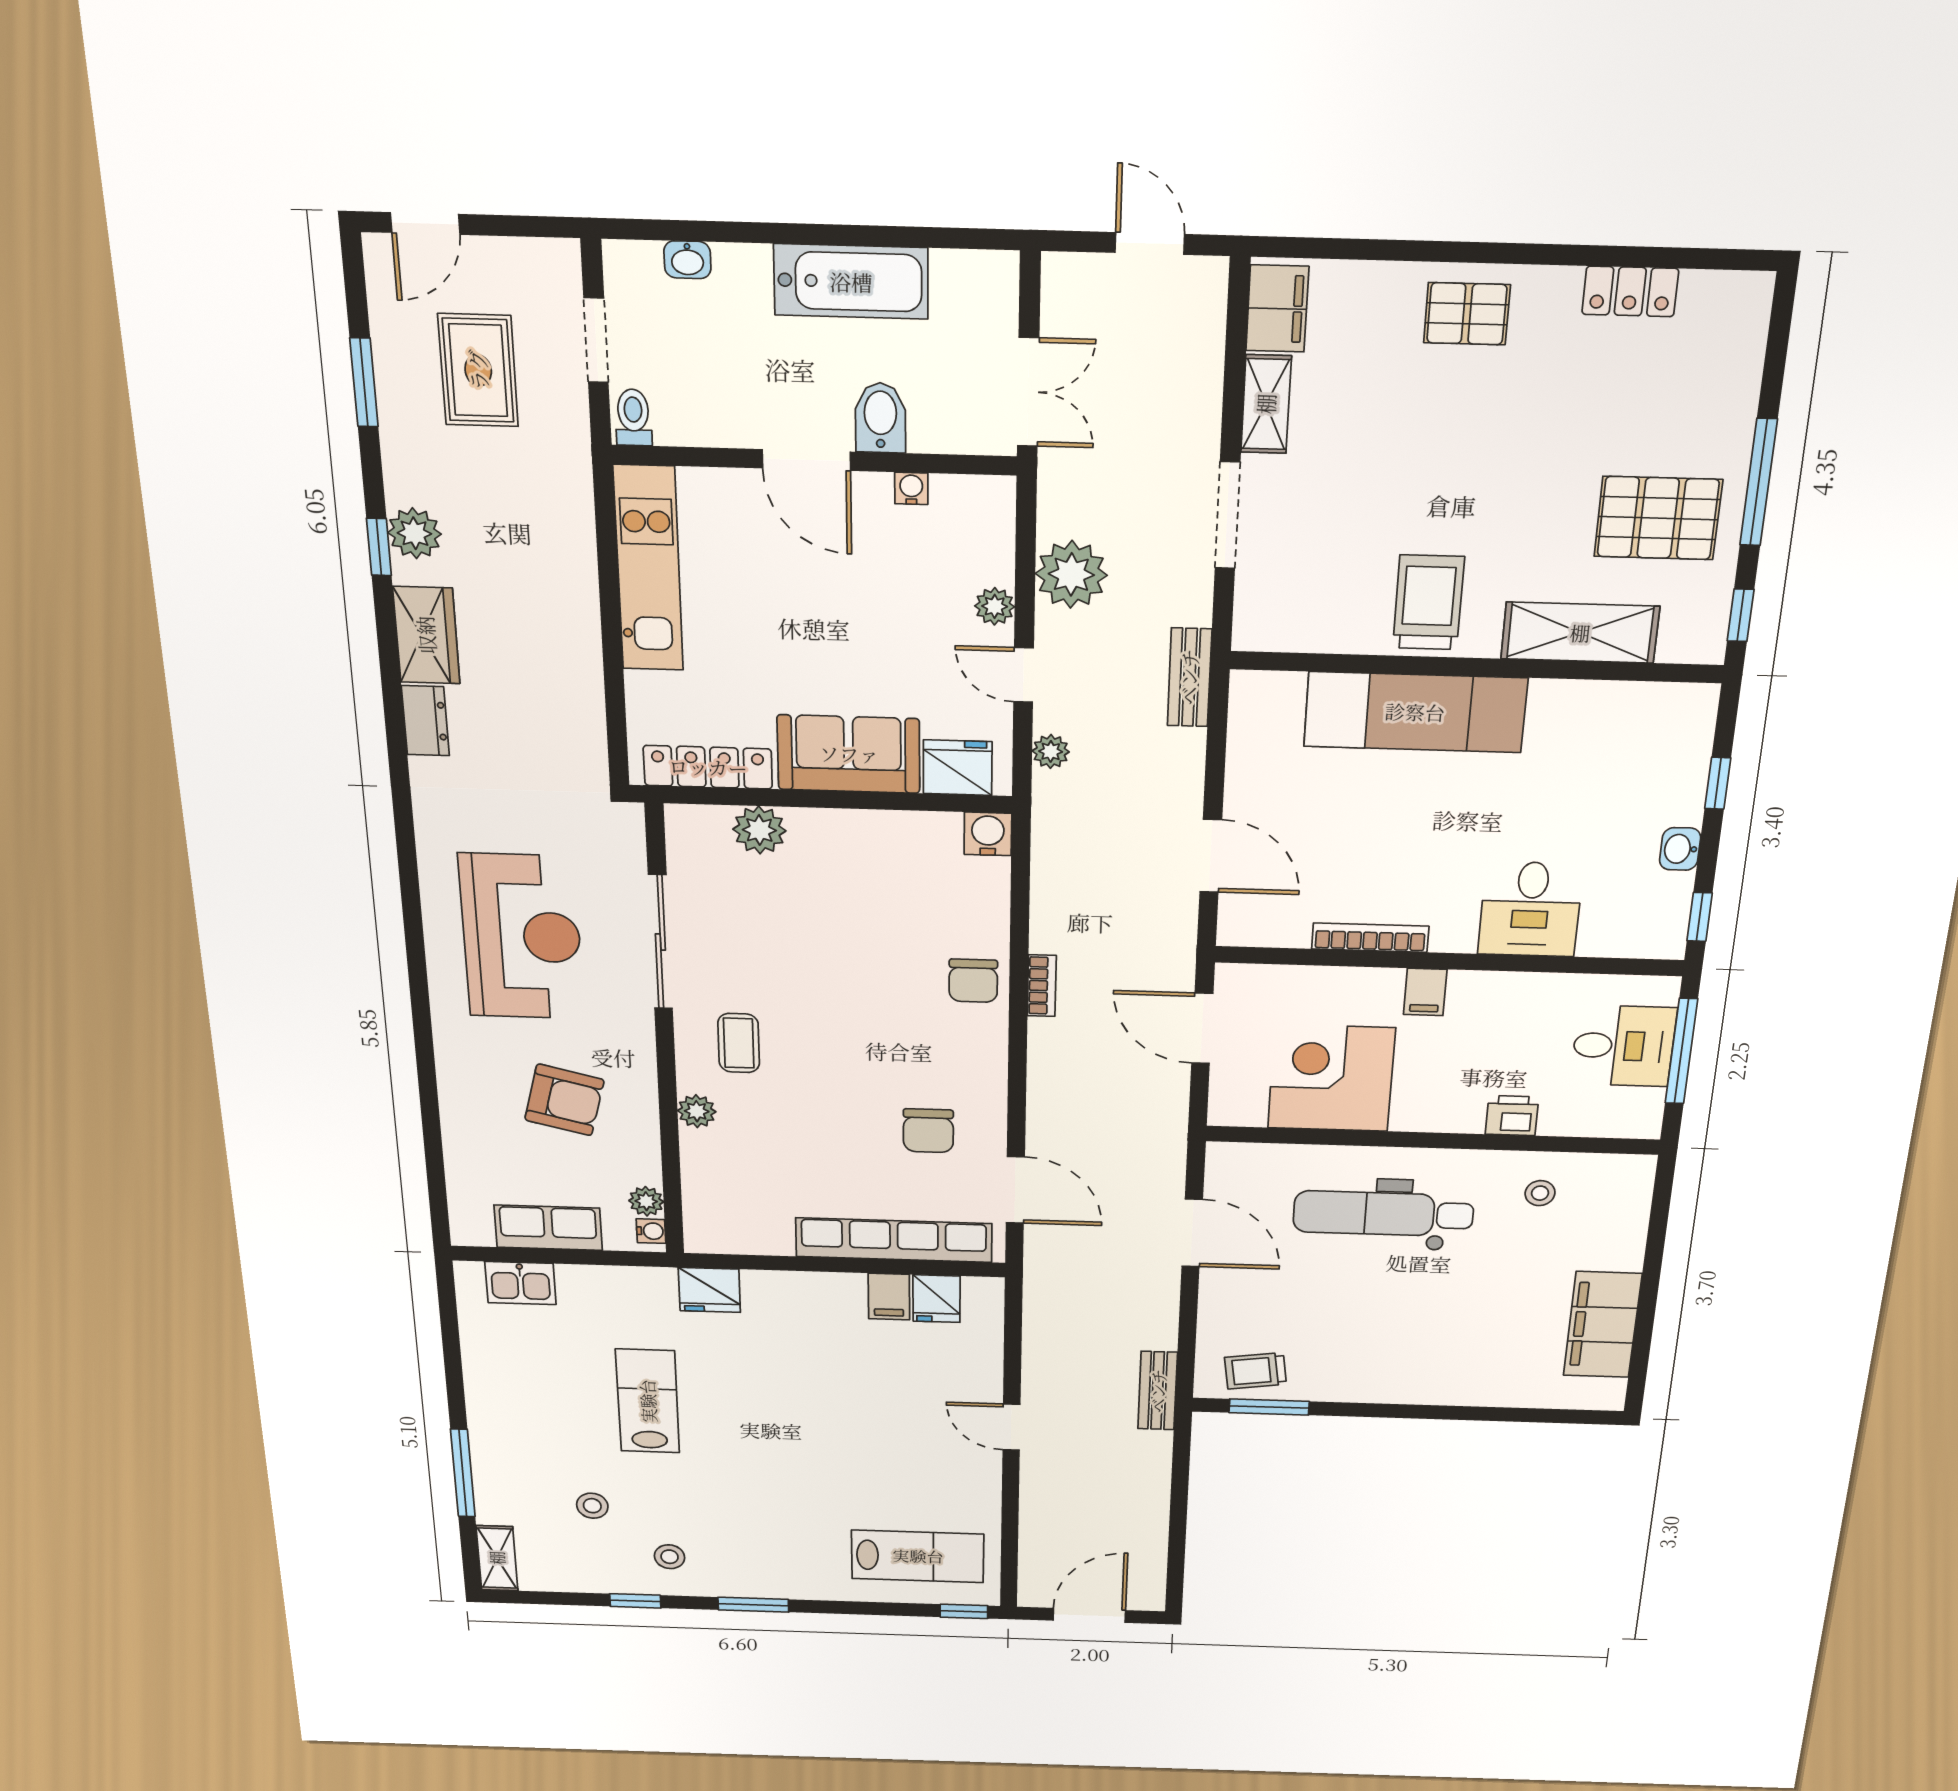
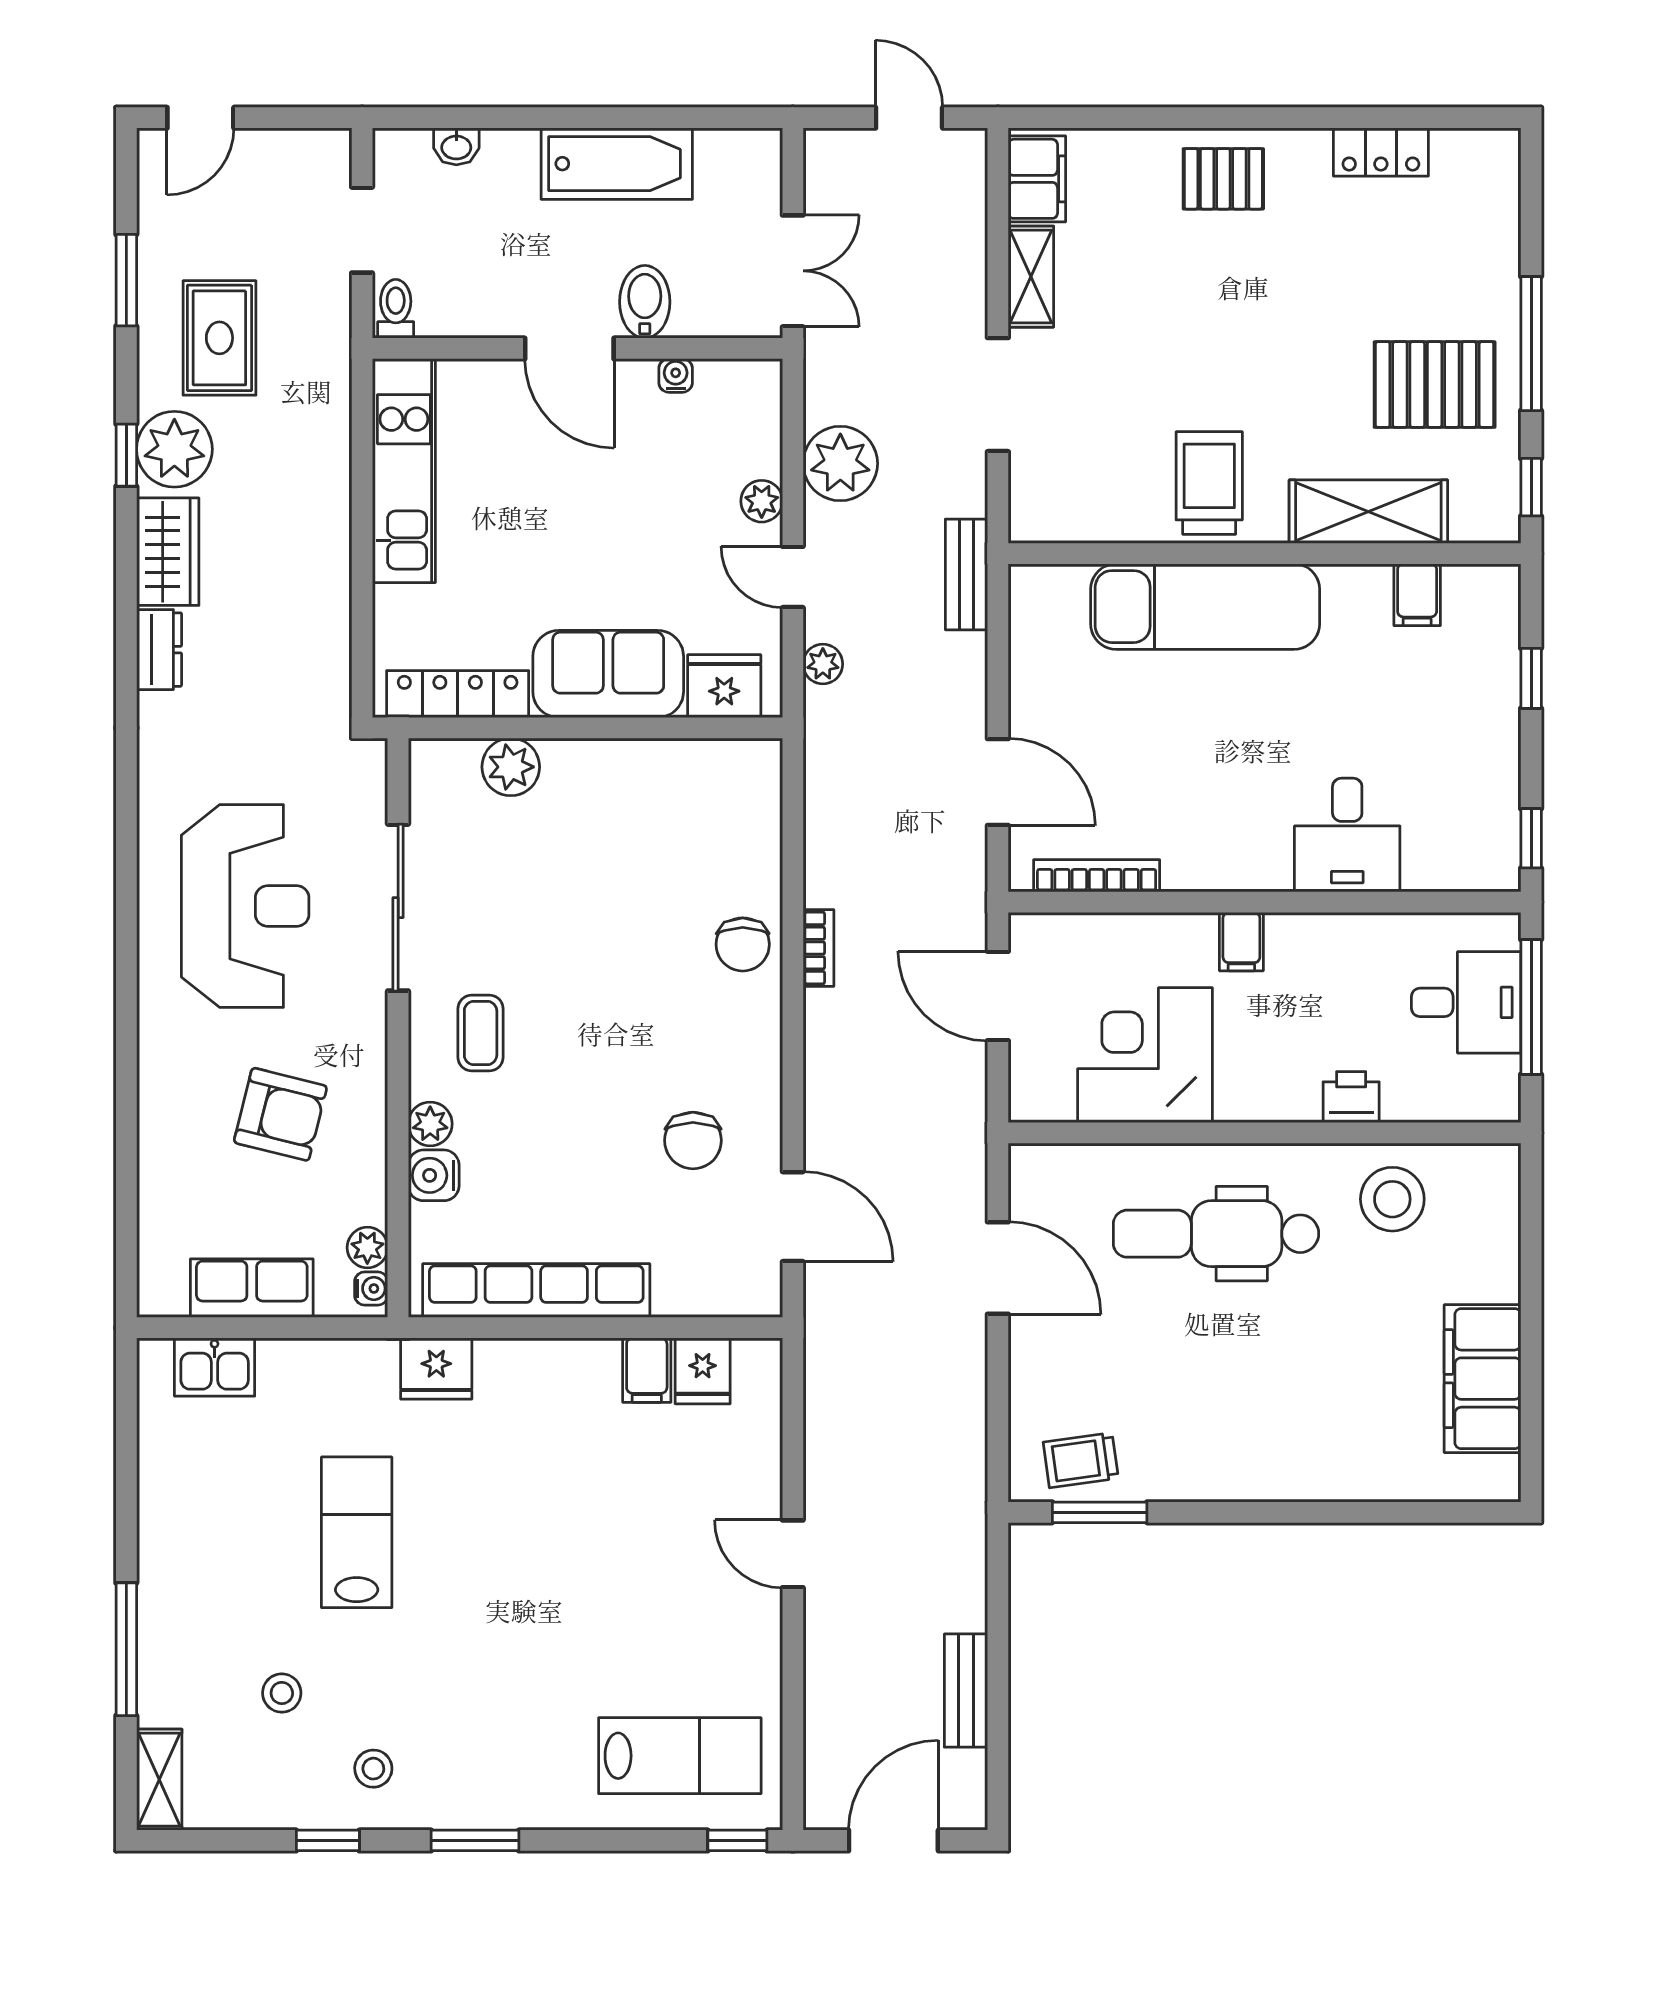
rug: (478, 370) -> (219, 338), moved
plant: (414, 533) -> (174, 449), width x1.36, depth x1.36
filing cabinet: (1619, 708) -> (1417, 595), added
water cooler: (988, 834) -> (434, 1175), moved, turned -90
washbasin: (1680, 849) -> (1500, 757), removed
bookcase: (1370, 938) -> (1097, 876), moved
stool: (1540, 1193) -> (1392, 1199), width x1.89, depth x1.89
row of seats: (894, 1240) -> (536, 1291), moved
bench: (1158, 1391) -> (966, 1691), moved

